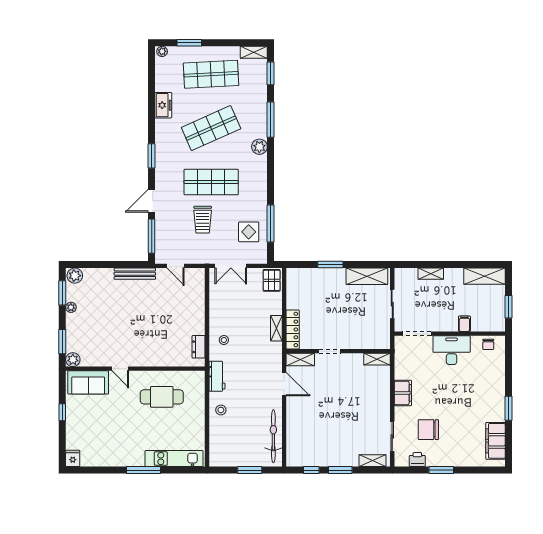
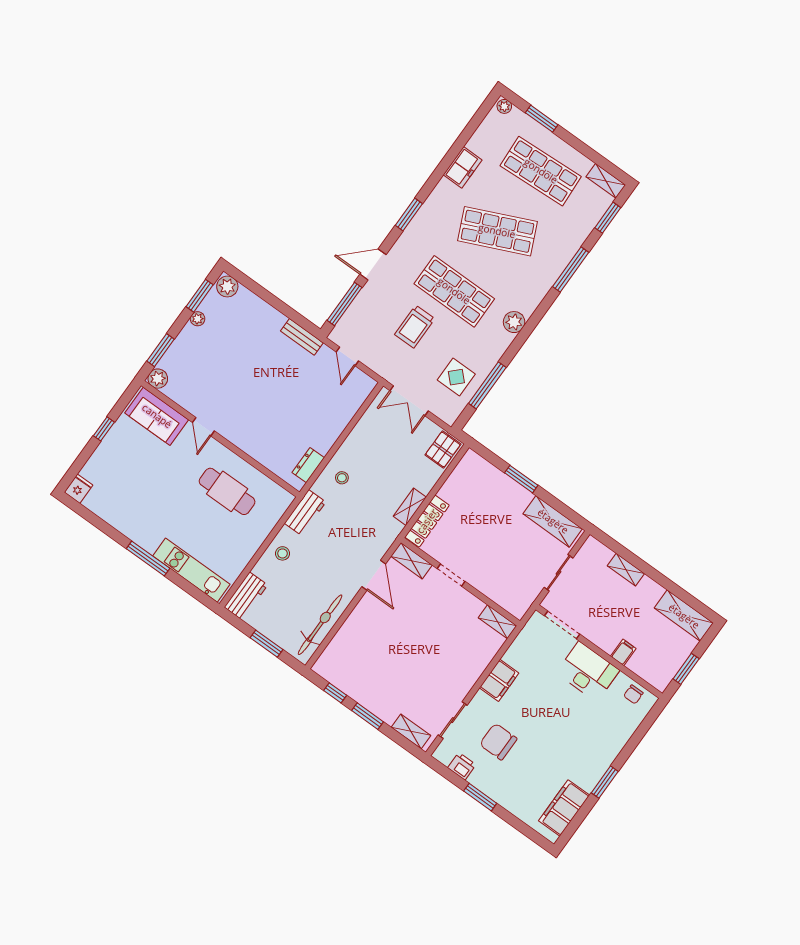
plant: (259, 147) -> (514, 322), moved
bench: (135, 274) -> (302, 337), width x0.73
workbench: (217, 451) -> (246, 596), added

